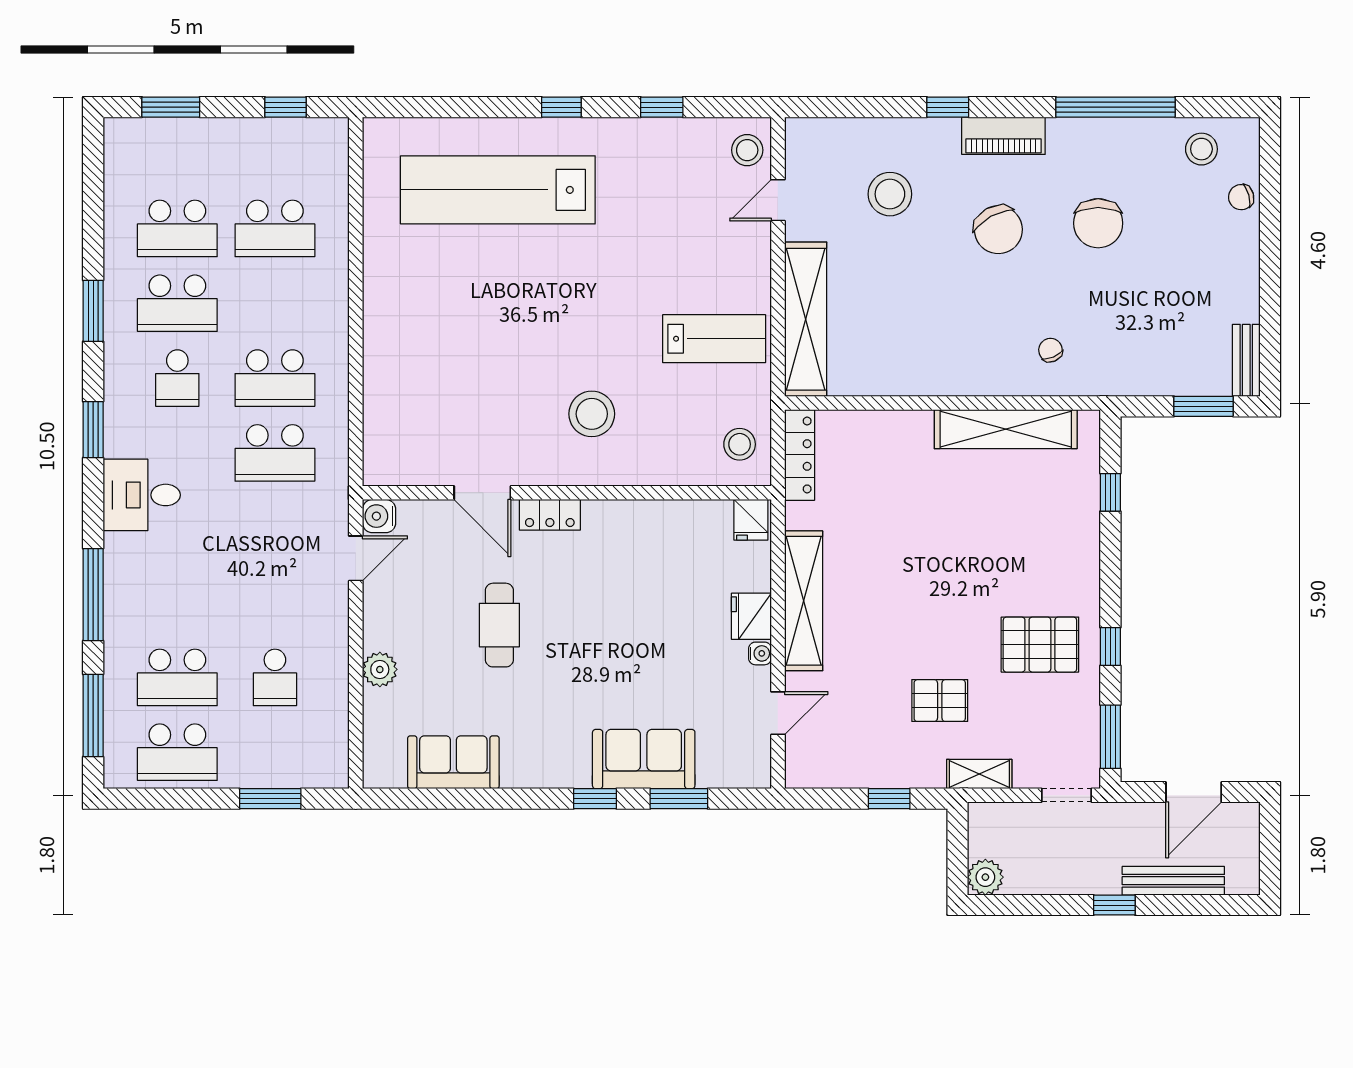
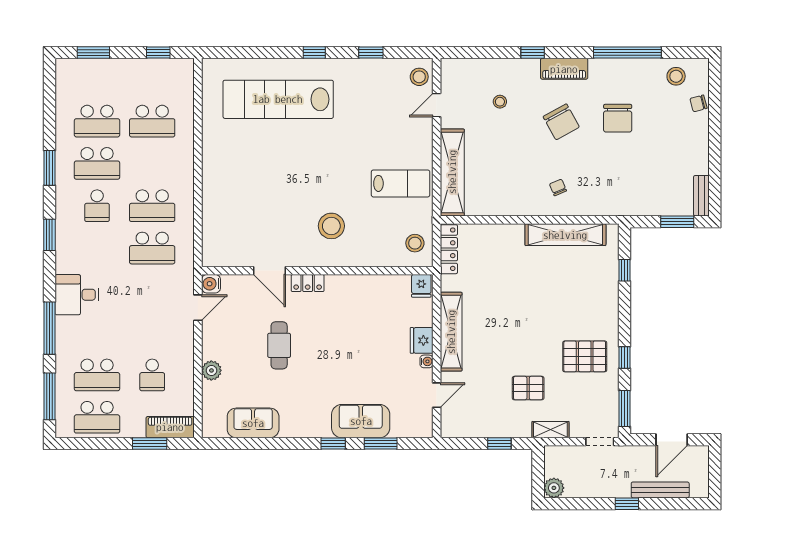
stool: (890, 194) -> (500, 102), width x0.53, depth x0.53
chair: (1050, 350) -> (558, 187), moved
desk: (142, 495) -> (77, 295), moved
piano: (307, 770) -> (170, 427), added

